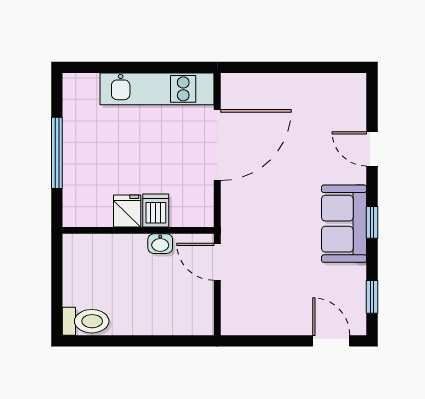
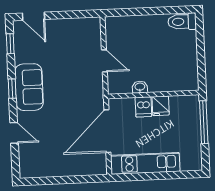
dishwasher: (156, 210) -> (143, 107), moved
fridge: (127, 211) -> (161, 106), moved
wall: (138, 230) -> (153, 94), moved
washbasin: (160, 244) -> (140, 87), moved

